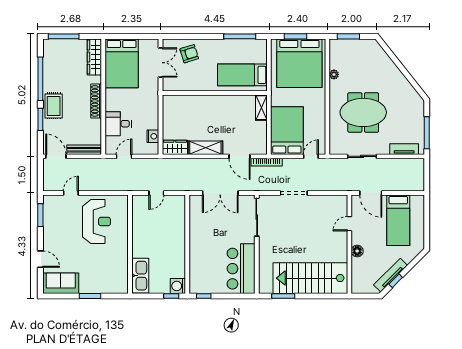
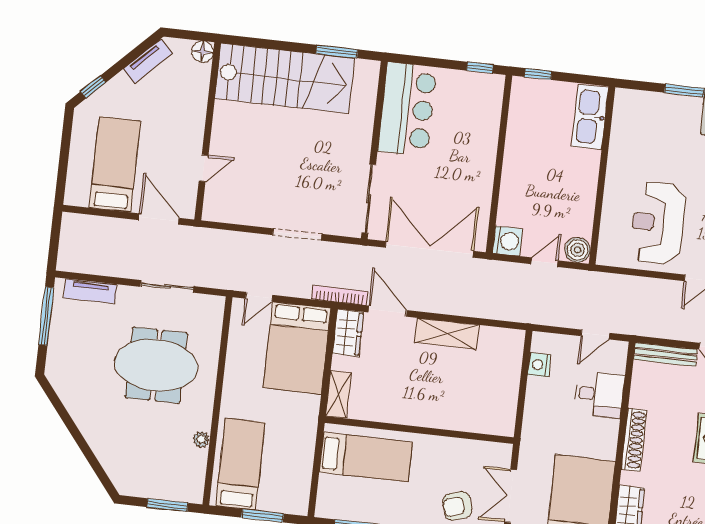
bed: (299, 63) -> (240, 464), width x0.49
wardrobe: (175, 147) -> (348, 333), moved, turned -90
double door: (220, 193) -> (429, 249), width x1.36
boiler: (139, 202) -> (578, 250), added
floor lamp: (357, 251) -> (202, 52), moved
tv unit: (391, 275) -> (148, 61), width x0.71
window: (396, 281) -> (93, 87), moved
washing machine: (178, 286) -> (507, 241), moved

